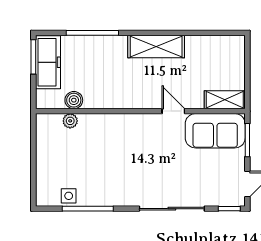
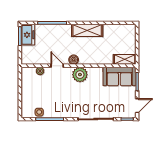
freezer: (48, 62) -> (28, 35), width x0.71
boiler: (74, 100) -> (74, 60), moved
door: (173, 111) -> (57, 66), moved
plant: (143, 127) -> (80, 75), added

